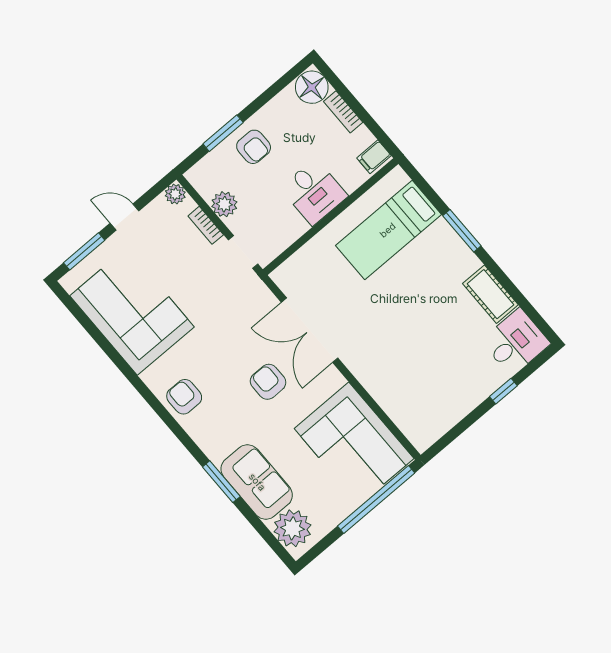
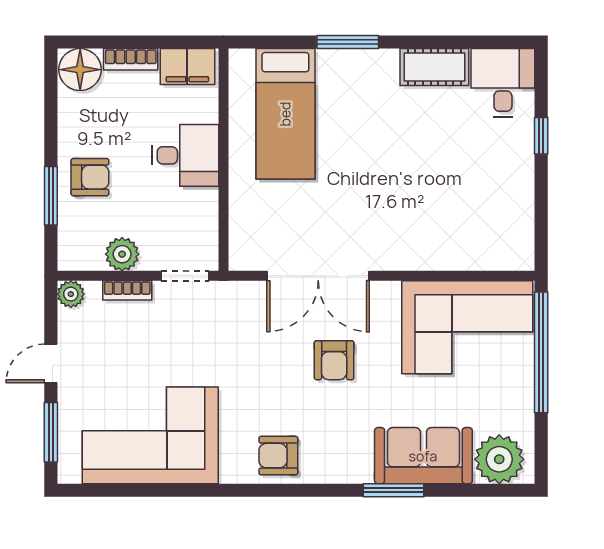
filing cabinet: (374, 157) -> (187, 67), width x2.00
armchair: (268, 382) -> (334, 360), turned -90

